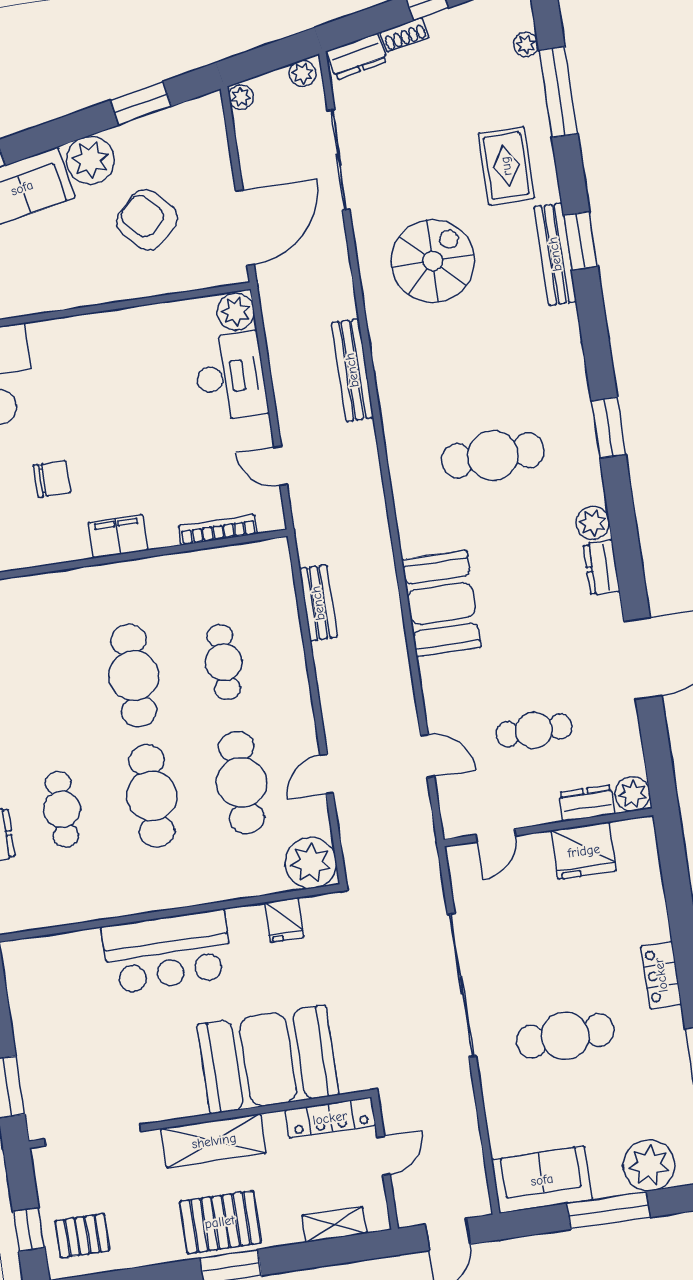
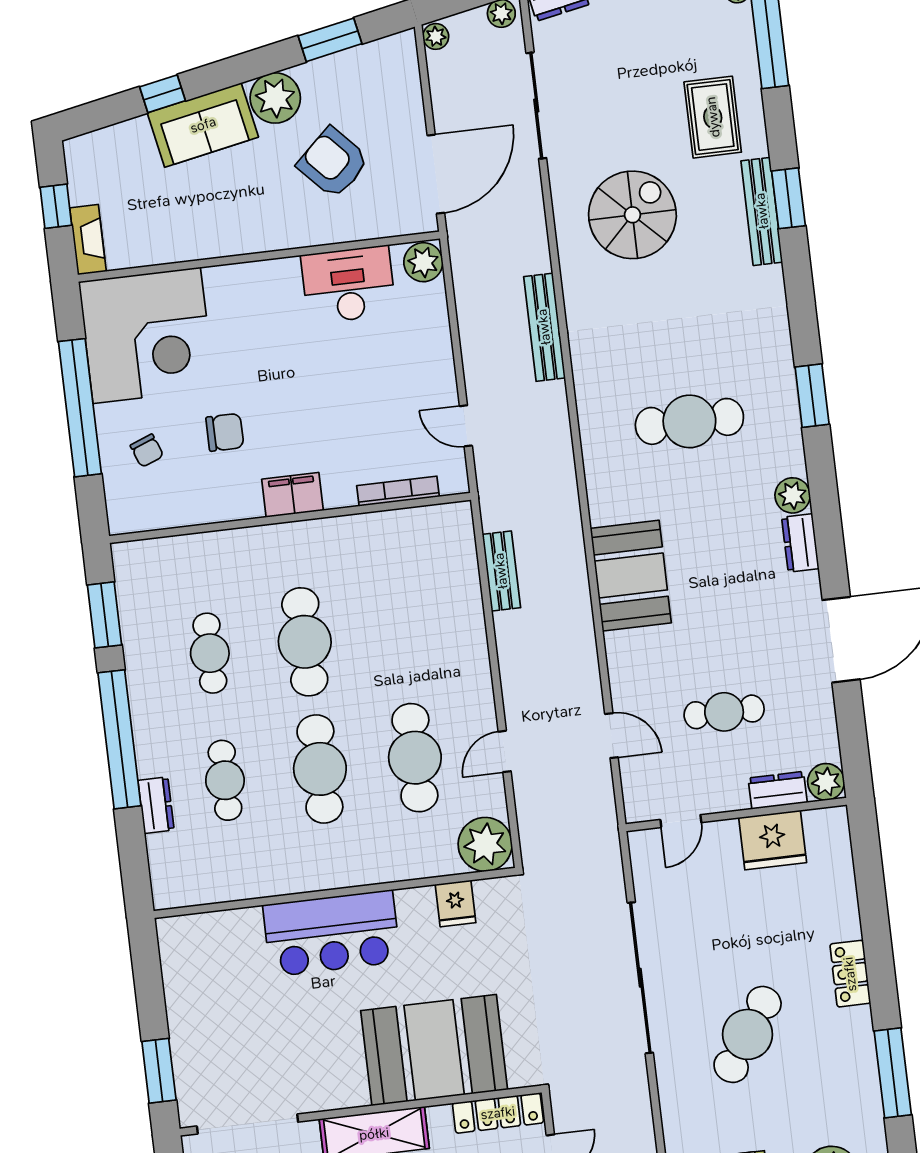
desk: (230, 377) -> (348, 285), moved, turned -90
cafe table: (224, 662) -> (210, 653), moved
cafe table: (565, 1036) -> (748, 1034), turned -55

